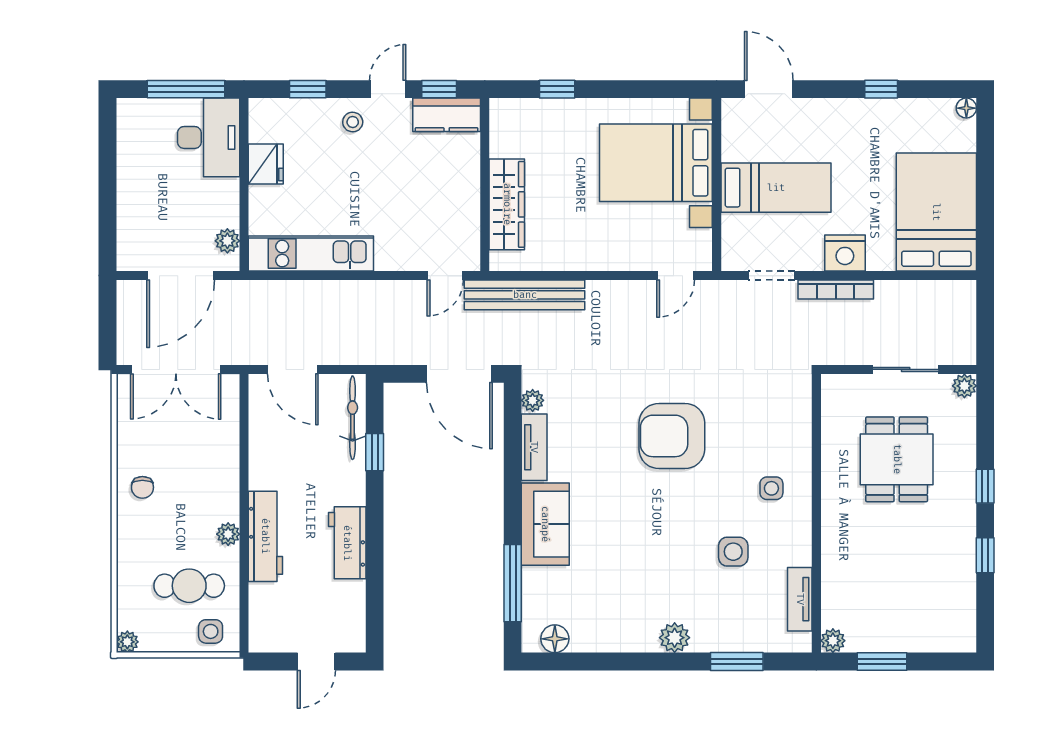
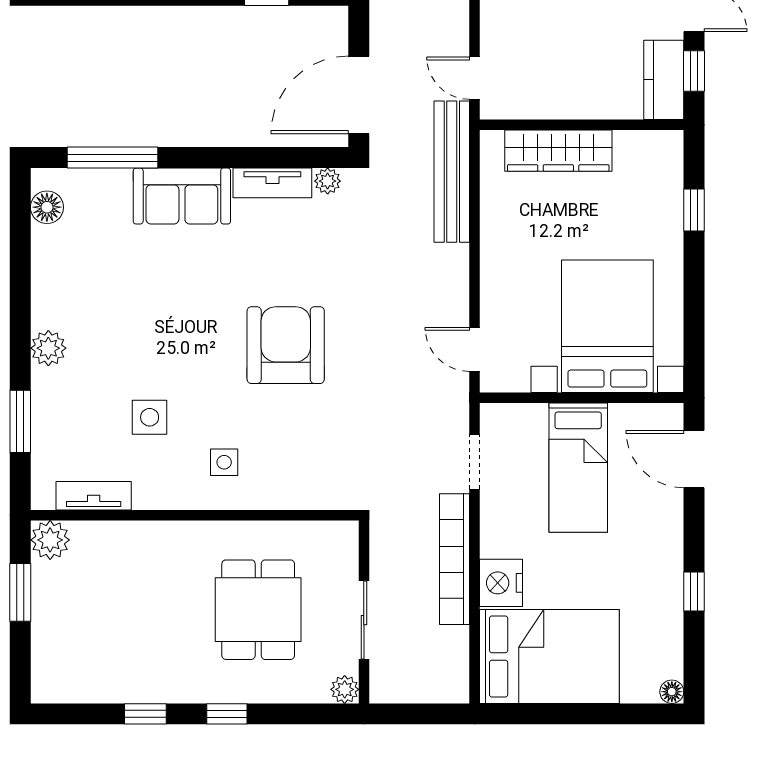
door: (769, 89) -> (694, 459), swing flipped
nightstand: (845, 253) -> (501, 583), moved
bookcase: (836, 290) -> (455, 559), width x1.48, depth x1.31
dining table: (897, 459) -> (258, 610), turned 90
plant: (833, 641) -> (50, 540), width x1.38, depth x1.38

